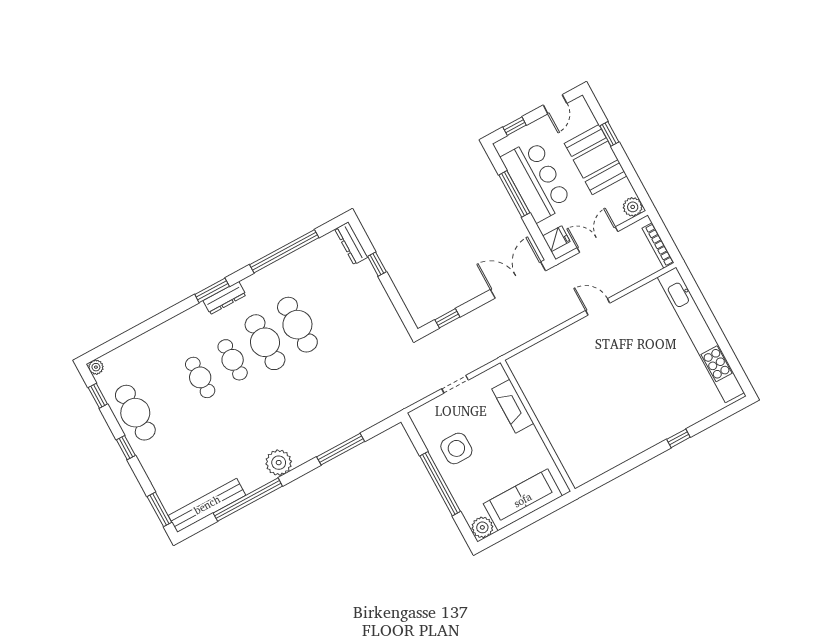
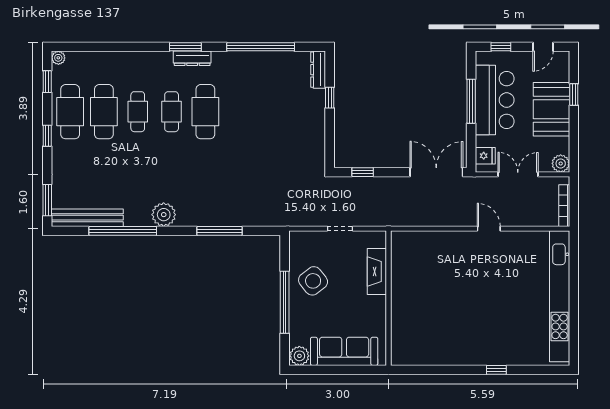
cafe table: (297, 325) -> (104, 112), moved
side table: (456, 448) -> (313, 281), turned -38

